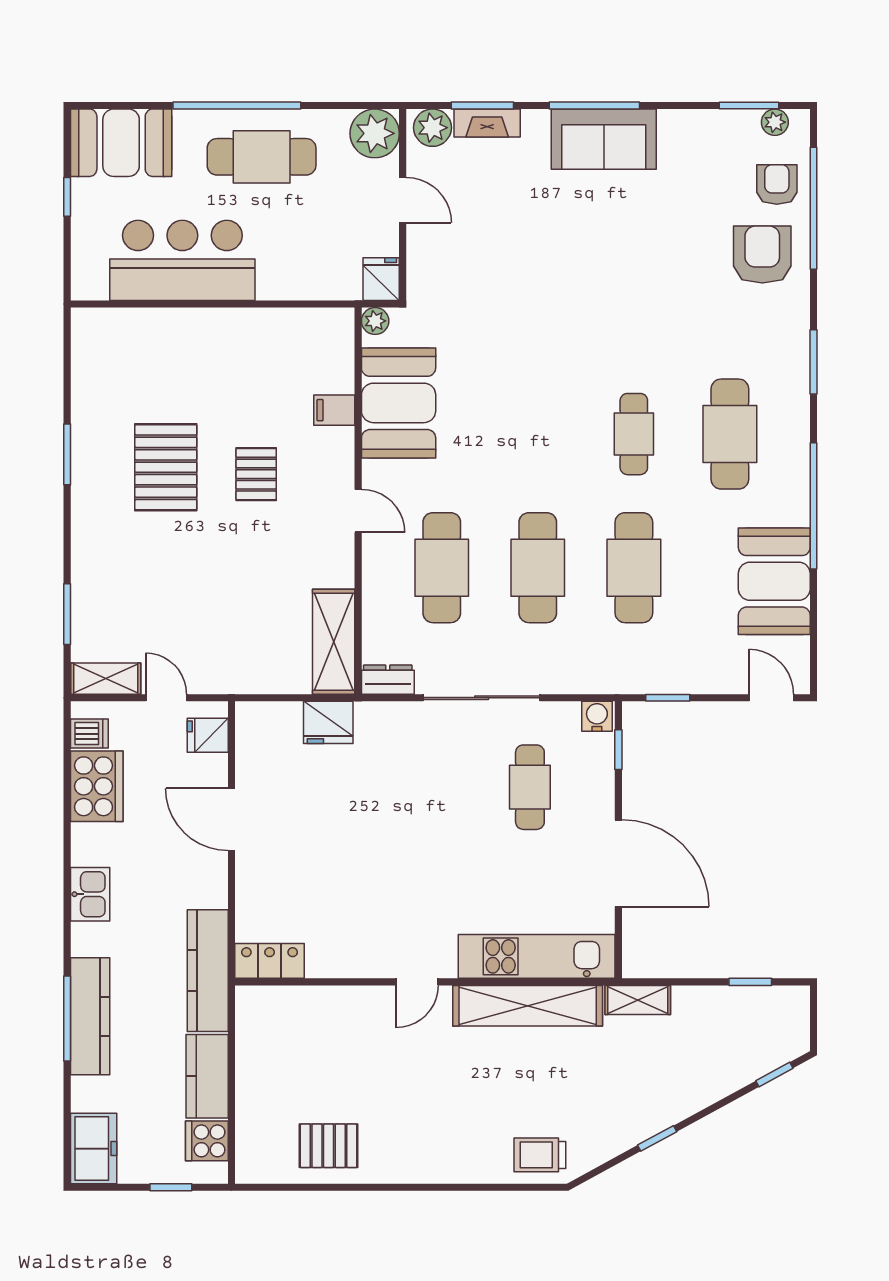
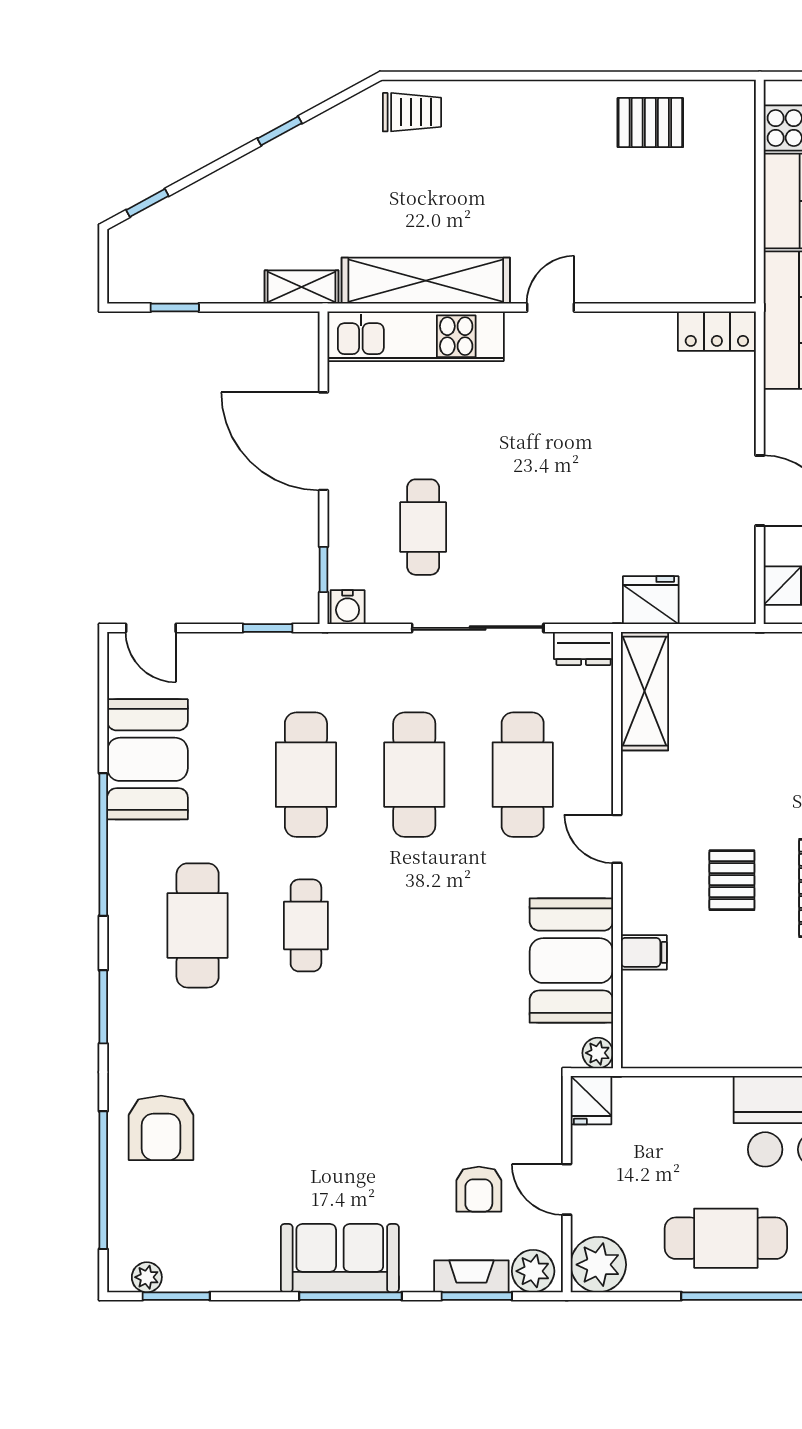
armchair: (777, 184) -> (479, 1189), moved

